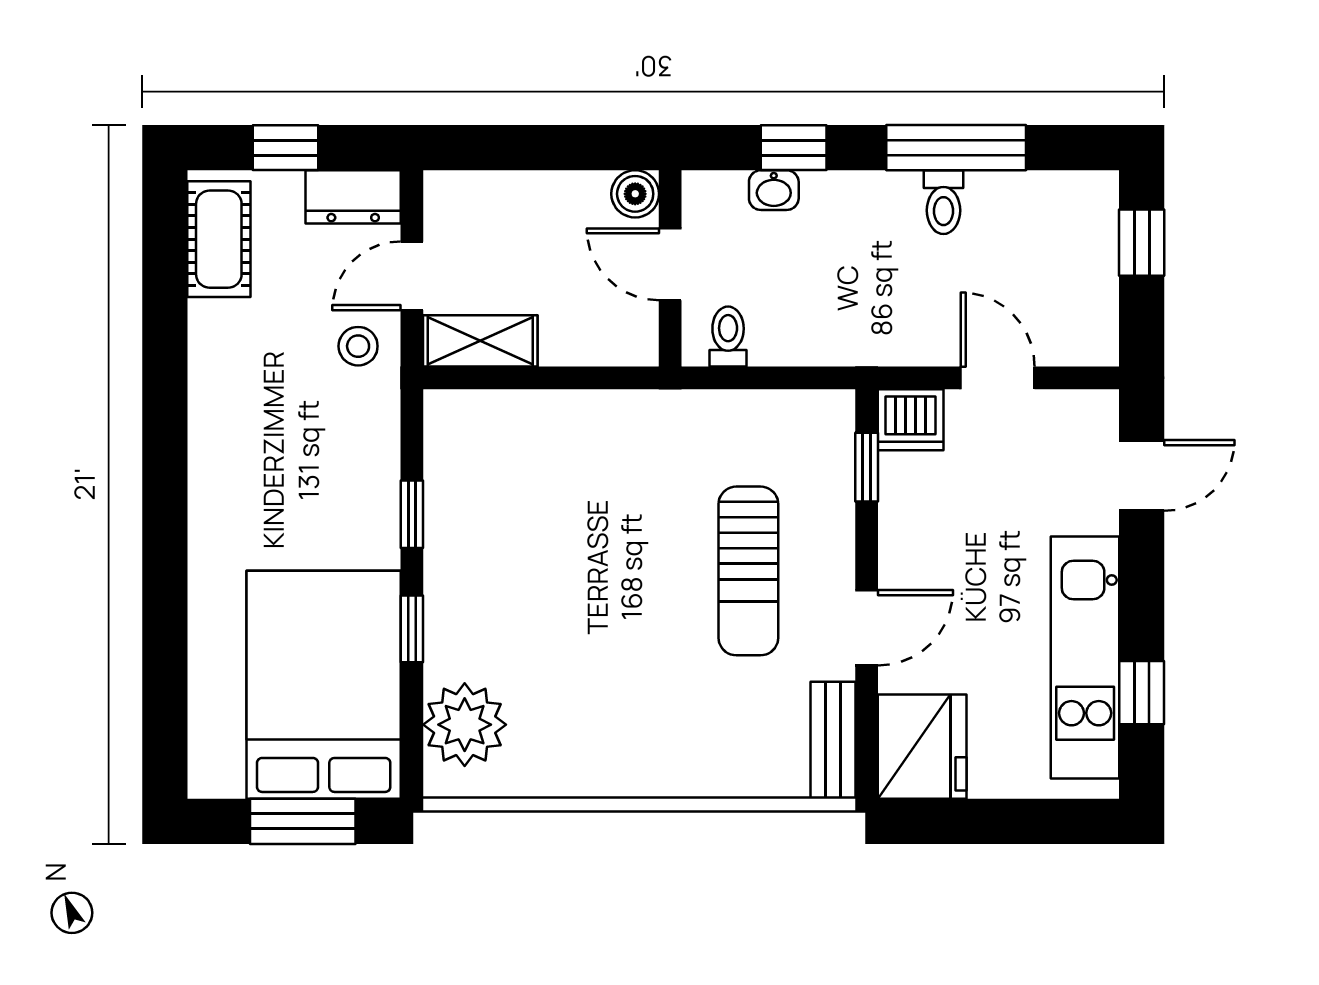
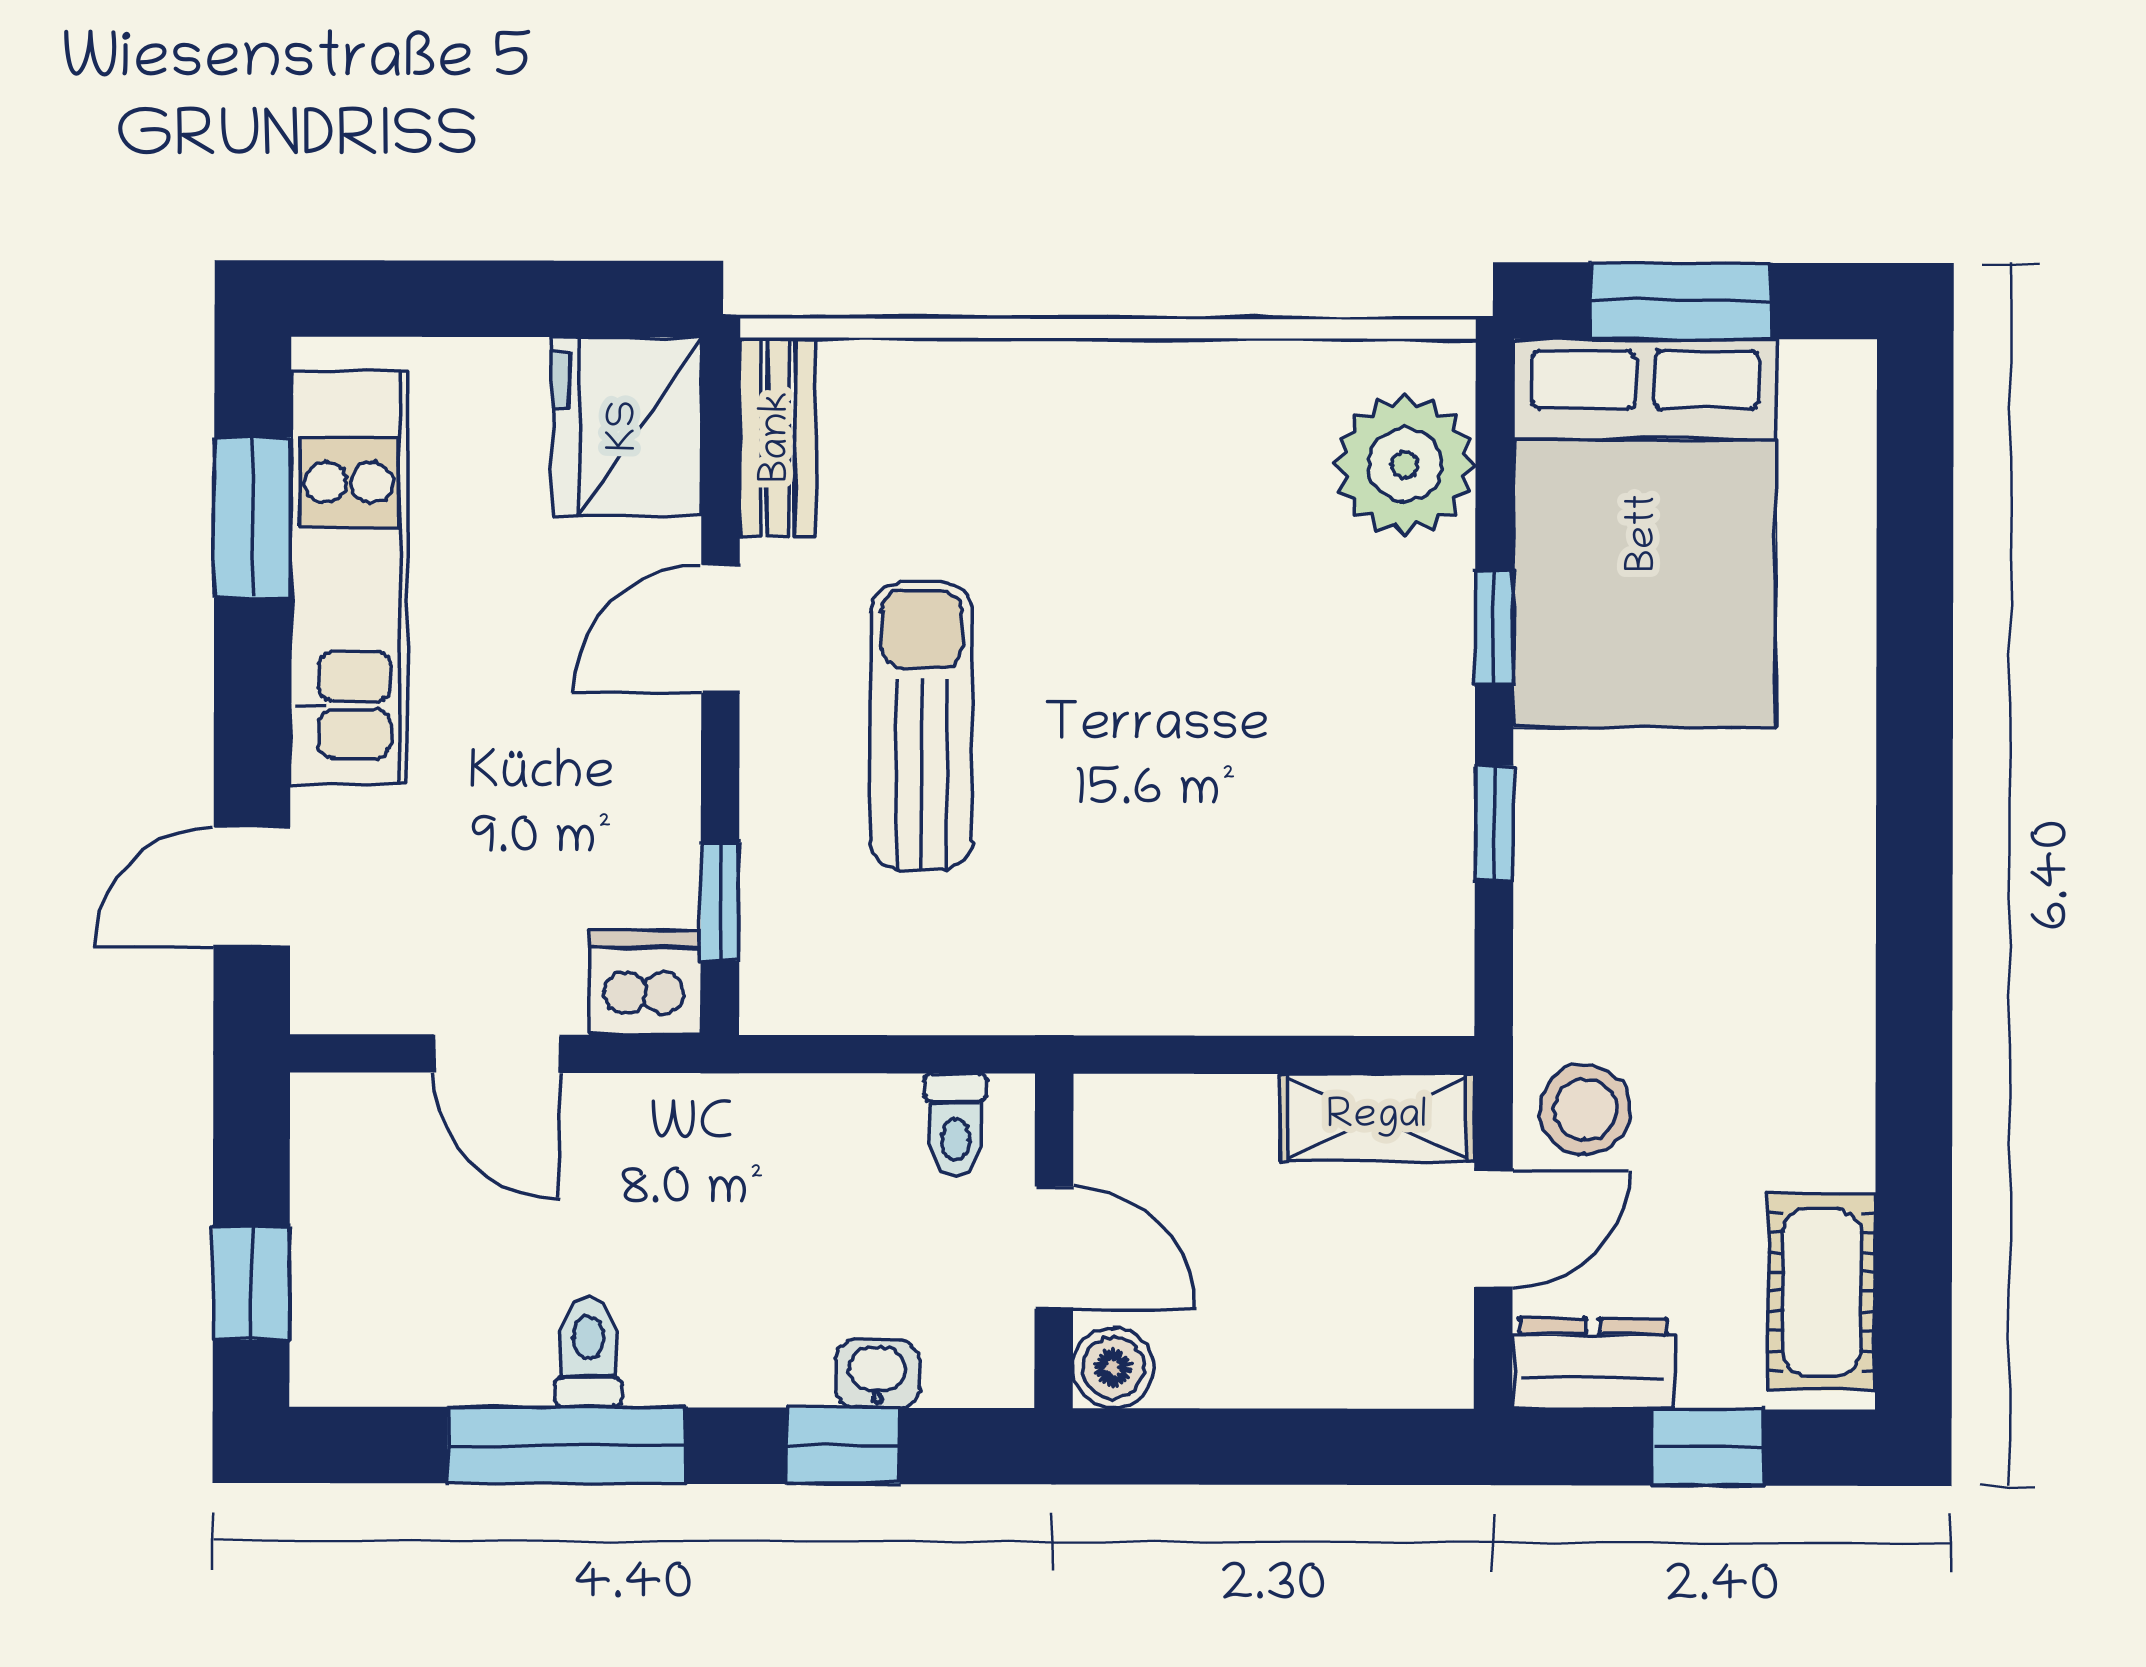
stool: (358, 346) -> (1585, 1109), width x1.37, depth x1.37
window: (1142, 693) -> (253, 517), width x1.50

